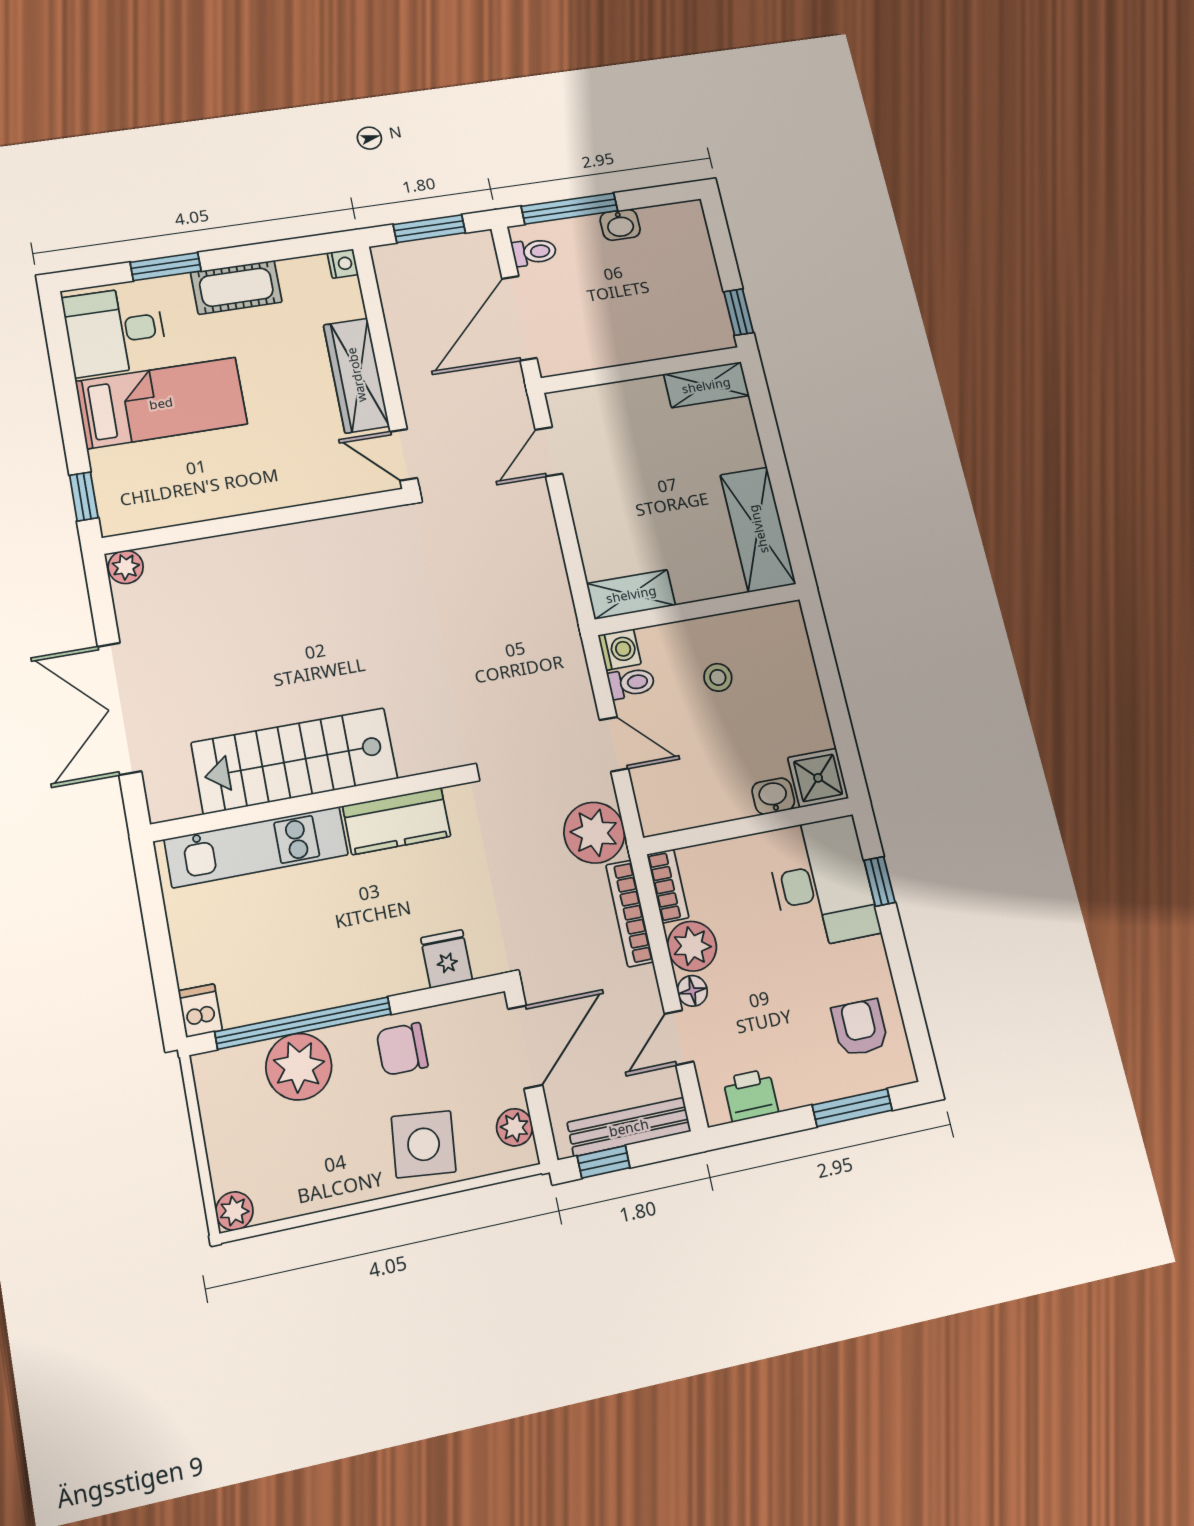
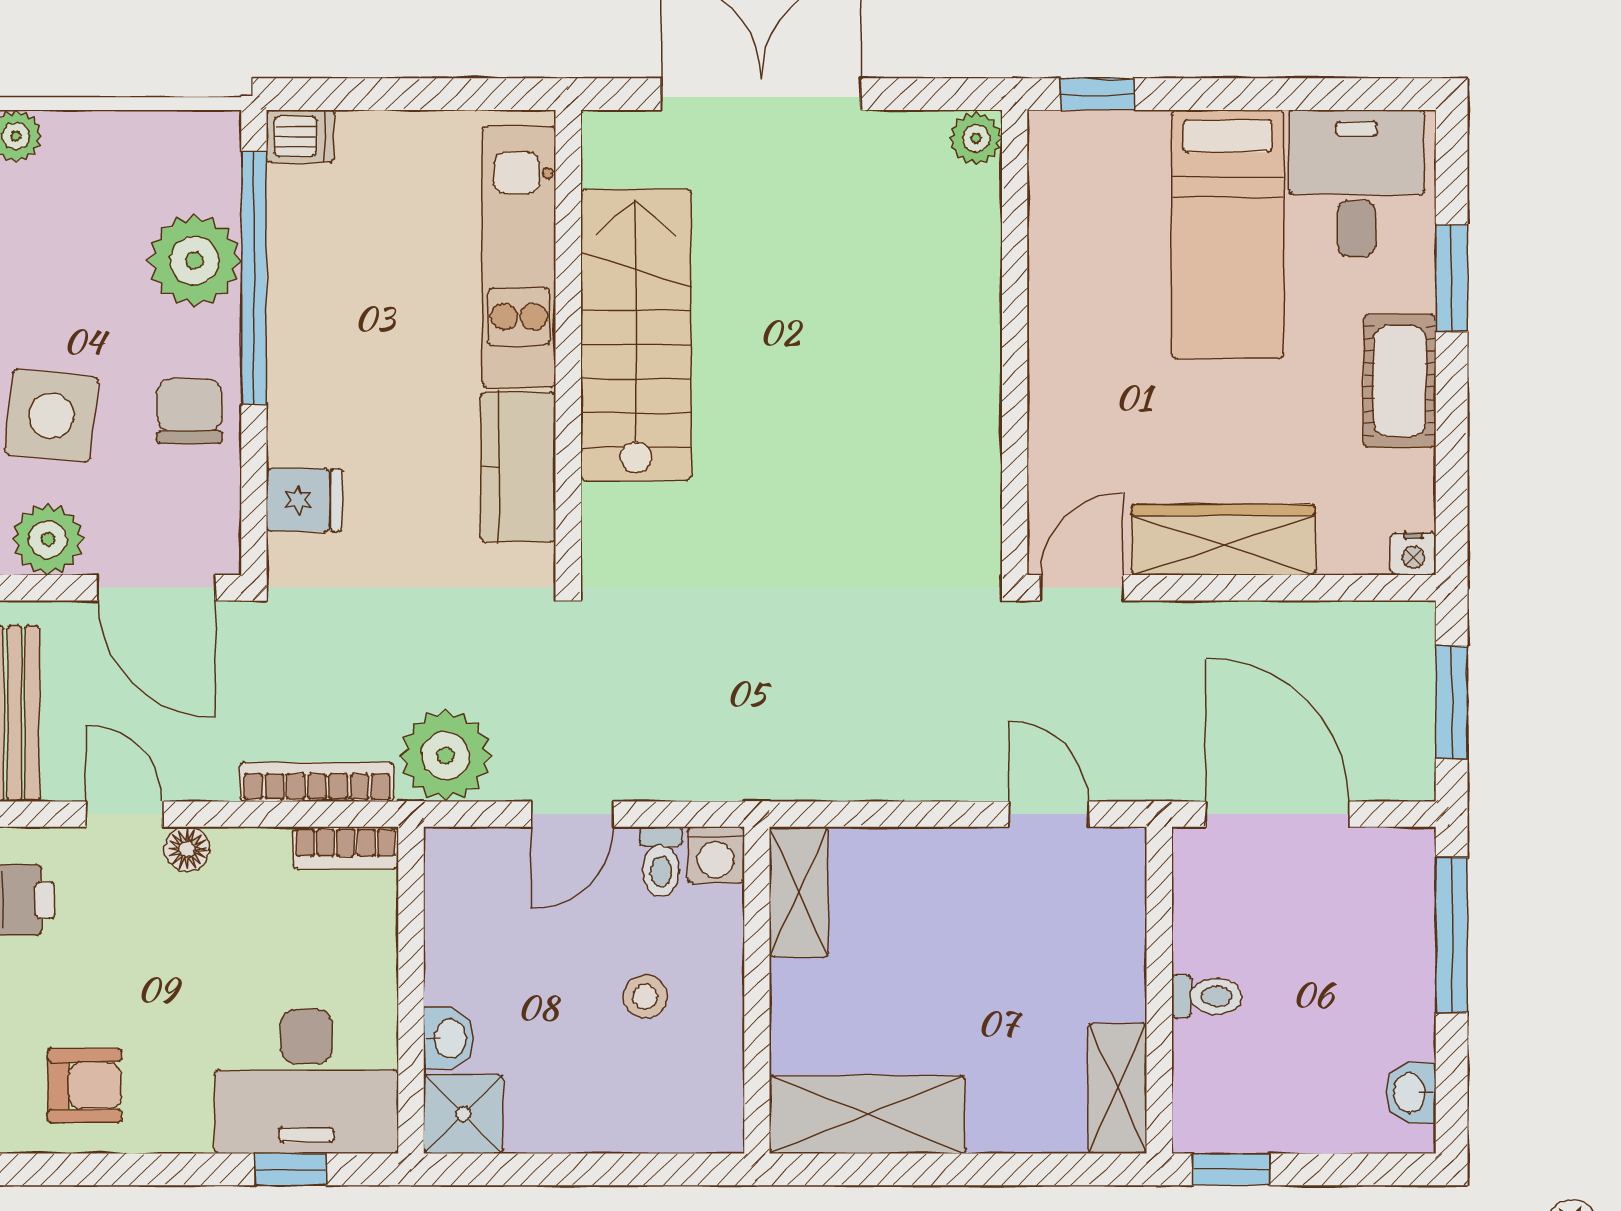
washbasin: (620, 225) -> (1411, 1093), moved
toilet: (534, 252) -> (1207, 996), moved, turned -90
plant: (692, 946) -> (251, 864), removed
plant: (515, 1127) -> (48, 539), width x1.38, depth x1.38

